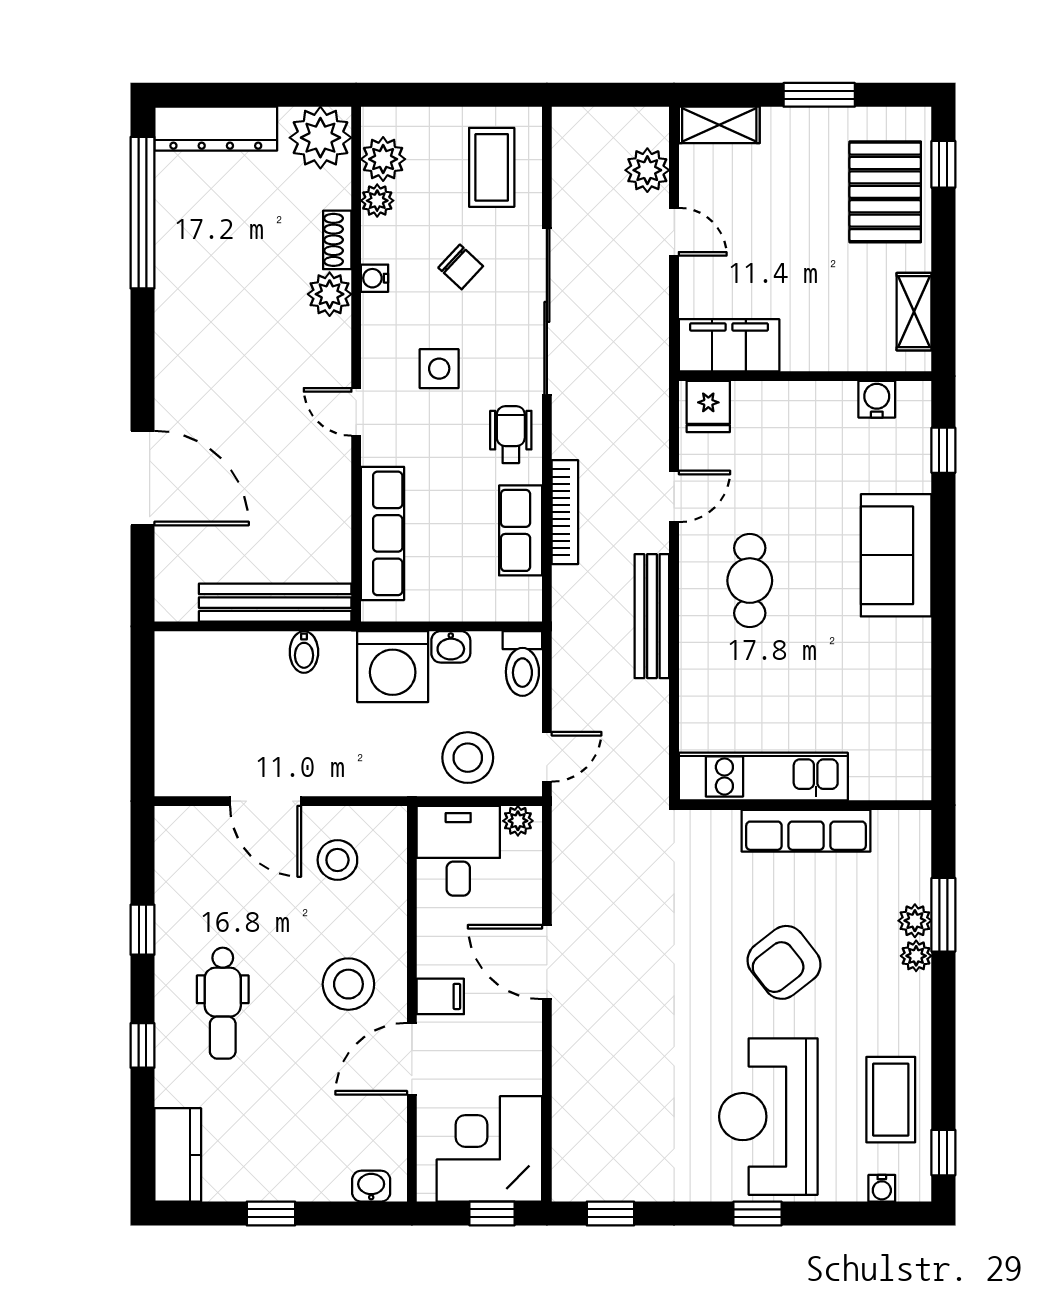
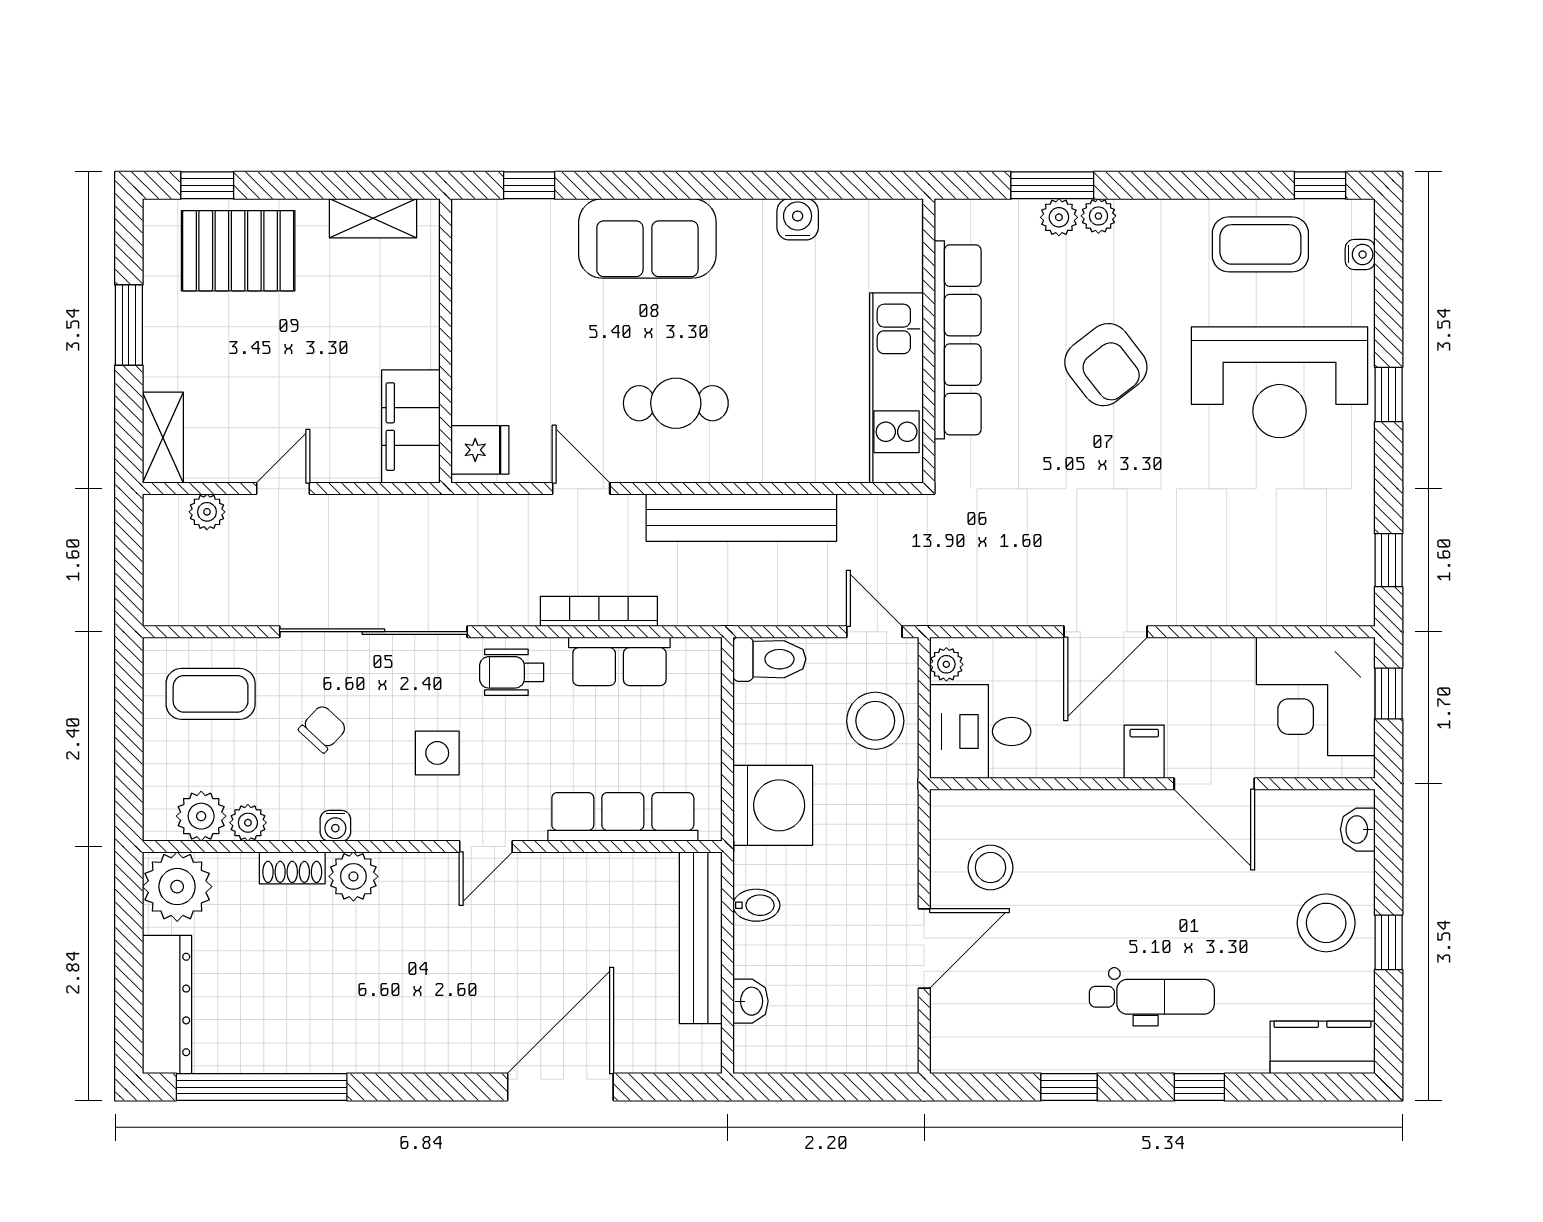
plant: (647, 170) -> (207, 512), width x0.73, depth x0.73
water cooler: (877, 399) -> (798, 219), moved, turned 90
bench: (652, 616) -> (741, 518), width x1.37, depth x1.21
washbasin: (451, 647) -> (751, 1001), moved
row of seats: (806, 831) -> (958, 340), width x1.36
stool: (348, 984) -> (1326, 923), moved

